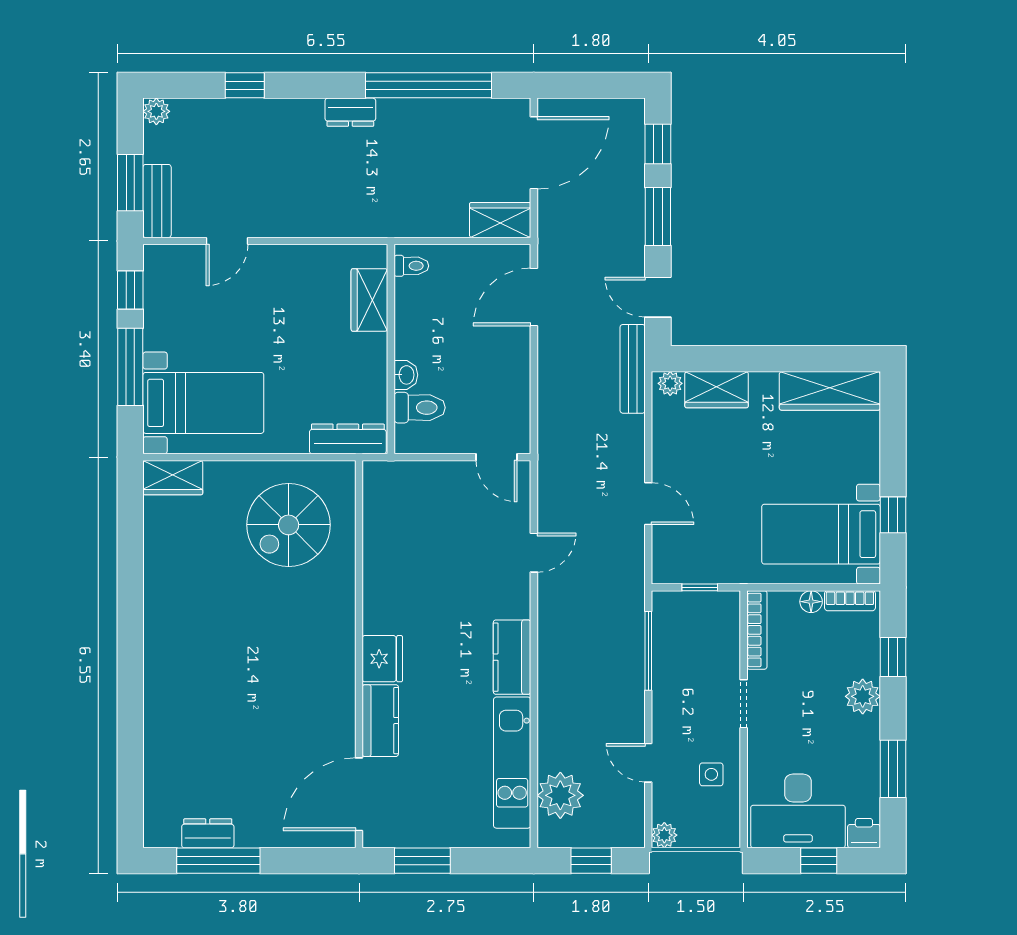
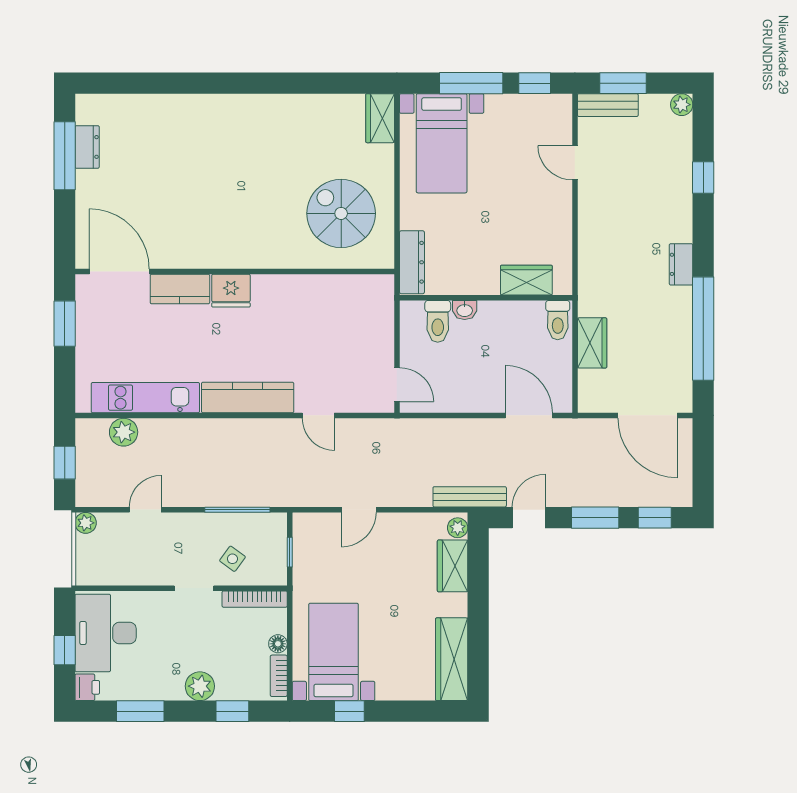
wardrobe: (500, 220) -> (592, 343), moved
toilet: (411, 266) -> (558, 320), width x1.37, depth x1.39
door: (496, 457) -> (397, 385), swing flipped
kitchen counter: (512, 657) -> (248, 397), width x1.50
side table: (711, 774) -> (232, 559), moved, turned 36
plant: (560, 795) -> (124, 432), width x0.73, depth x0.73

